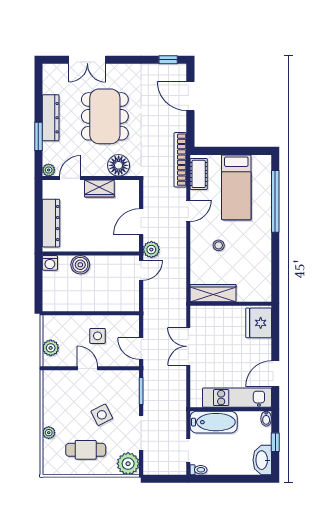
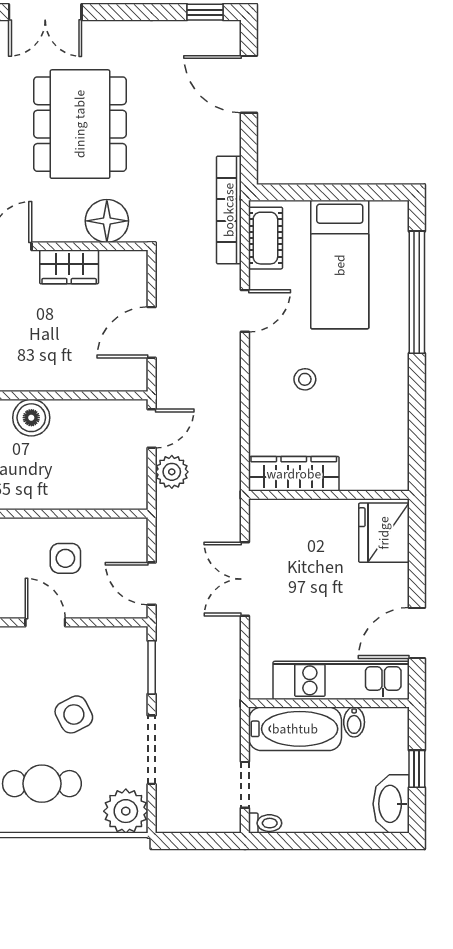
plant: (151, 250) -> (172, 472), moved
bidet: (266, 419) -> (354, 722), moved

